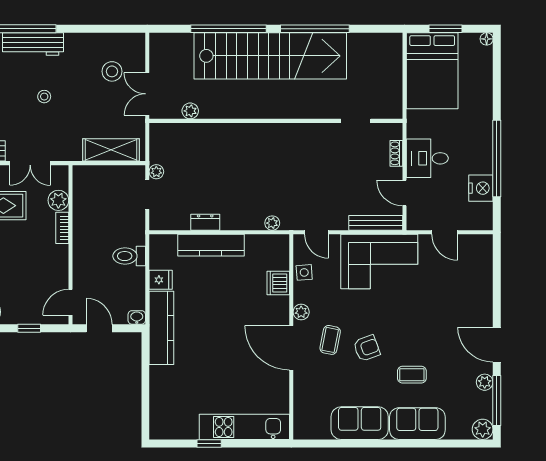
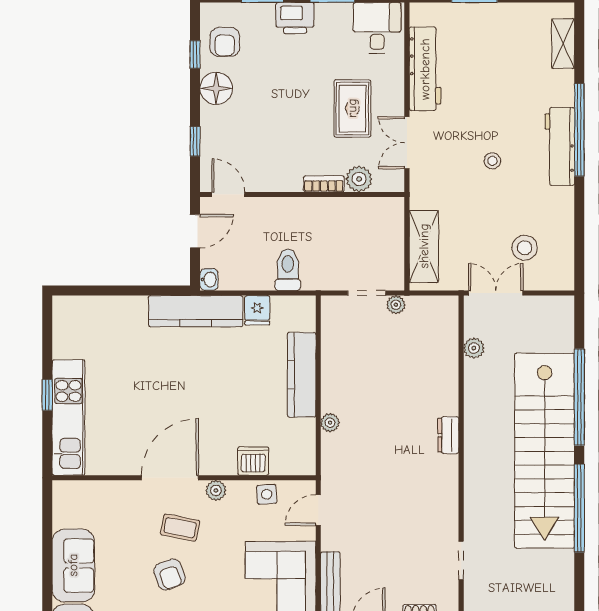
dresser: (205, 222) -> (448, 435), moved, turned 180
plant: (272, 223) -> (330, 423), moved
window: (209, 443) -> (47, 395), moved

